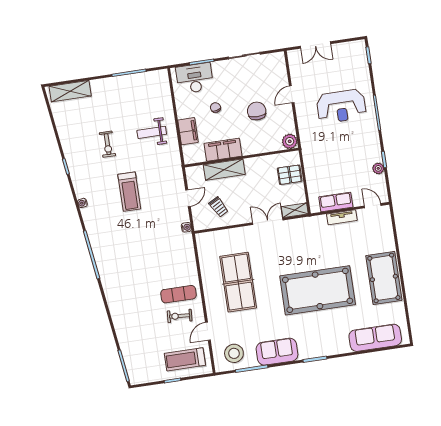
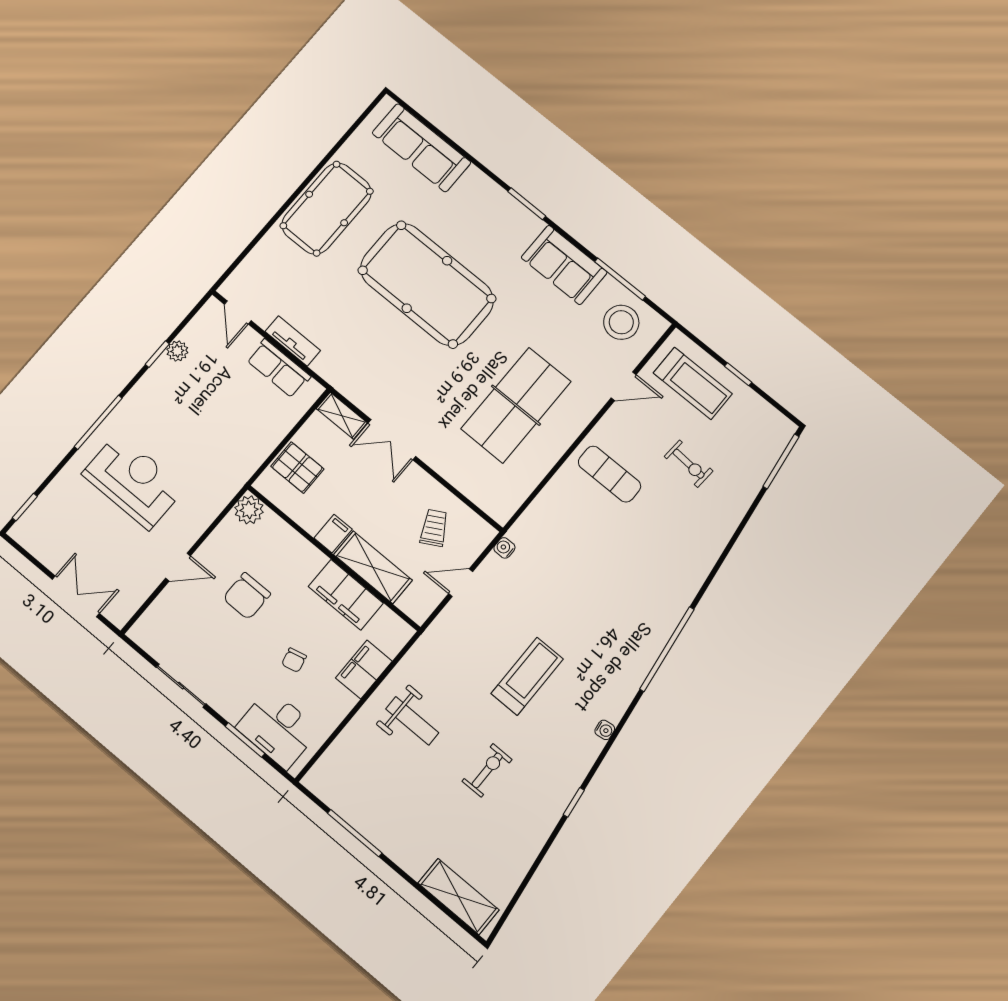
filing cabinet: (251, 166) -> (333, 534), added
exercise bike: (180, 316) -> (689, 464), moved

